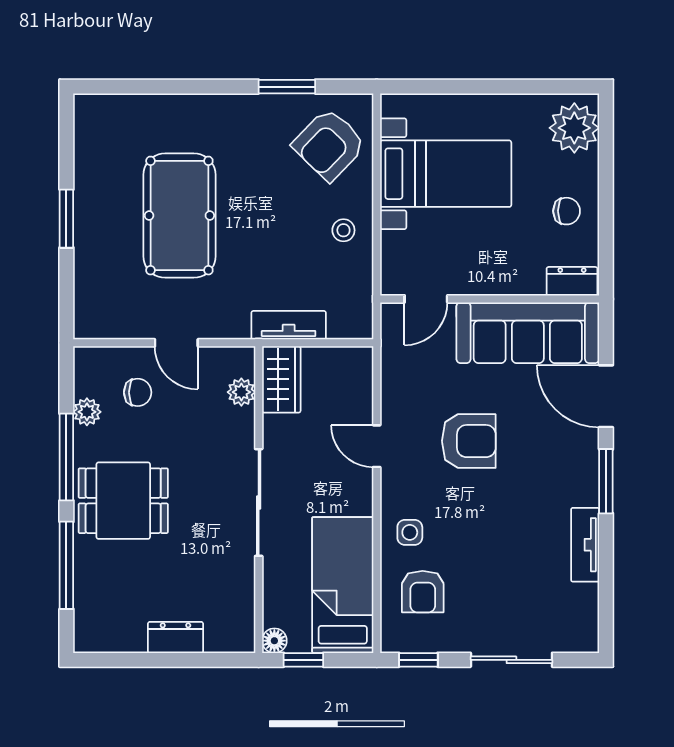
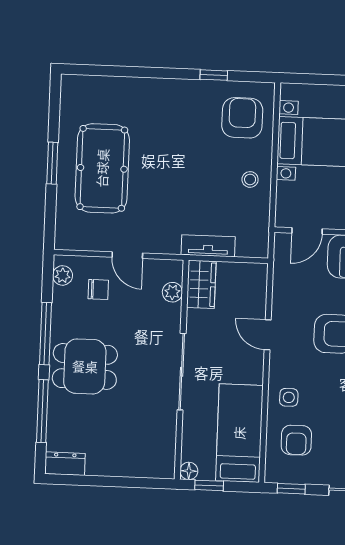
window: (287, 87) -> (214, 75), width x0.67
armchair: (329, 145) -> (242, 118), turned 136
pool table: (179, 216) -> (102, 168), moved
plant: (87, 412) -> (63, 275), moved
dresser: (175, 637) -> (65, 464), moved

